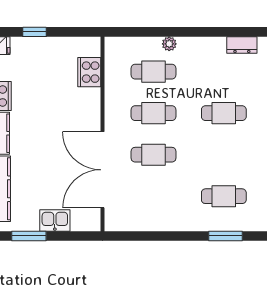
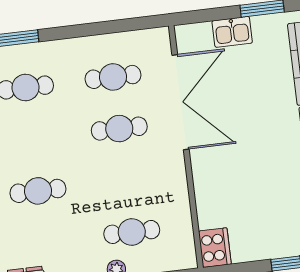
cooker: (89, 72) -> (215, 248), moved
cafe table: (154, 113) -> (113, 77), moved

